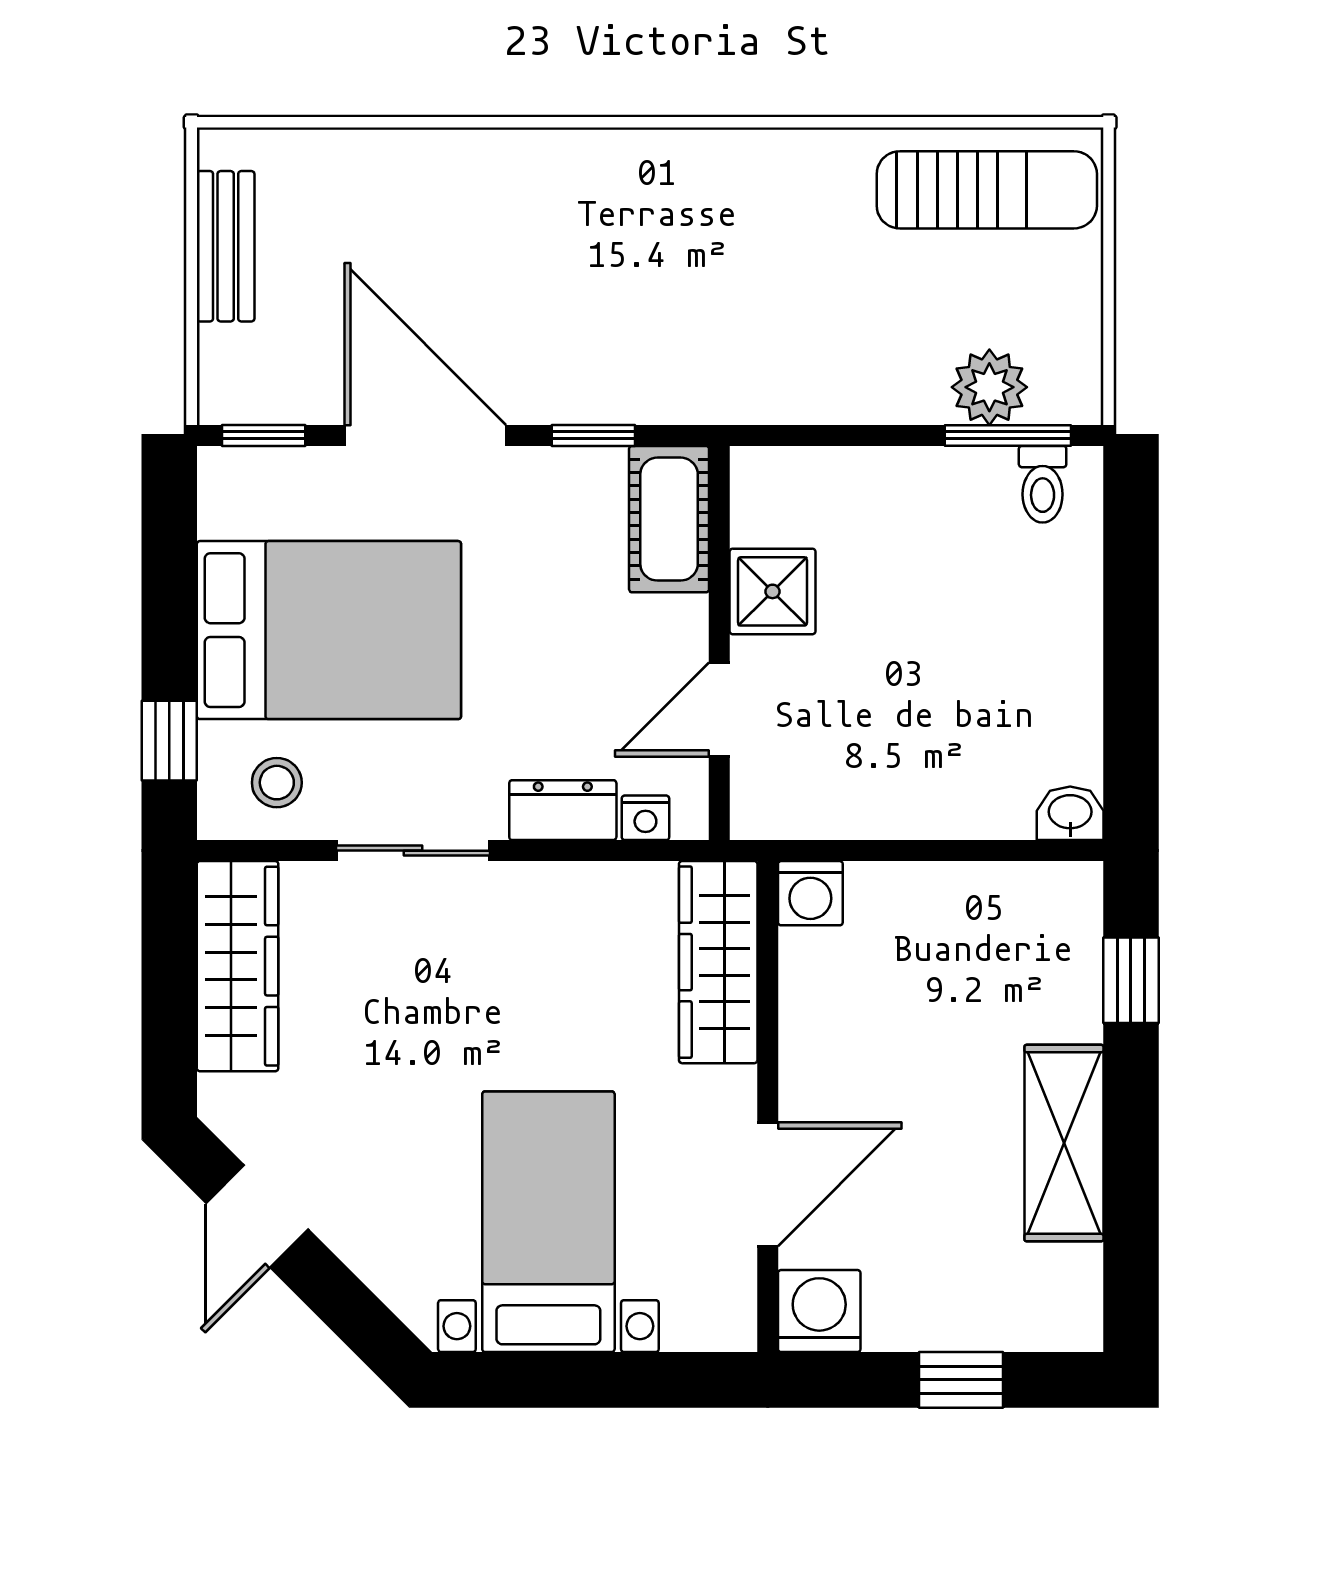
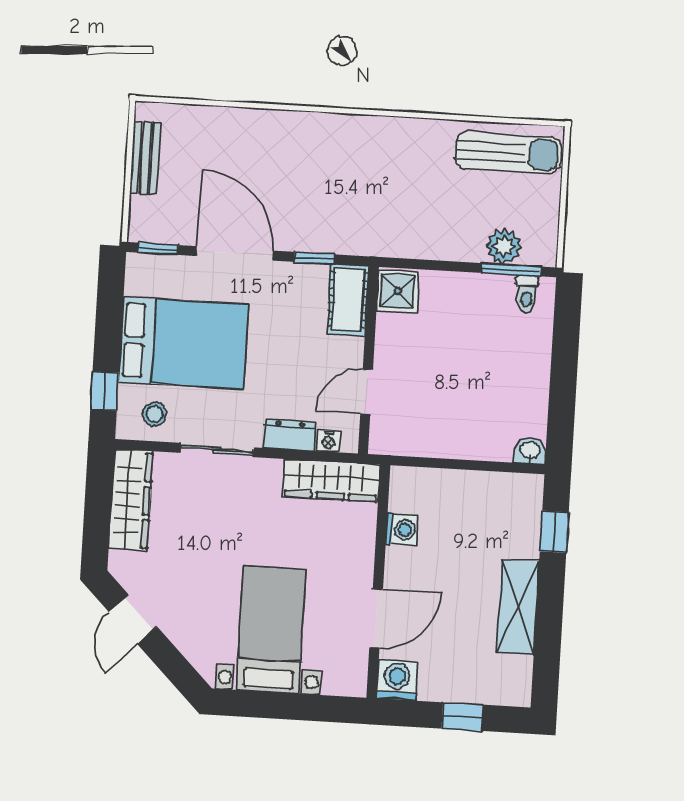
shower: (773, 591) -> (398, 291), moved
washing machine: (810, 893) -> (402, 530), moved, turned -90
wardrobe: (718, 962) -> (331, 480), moved, turned -90

